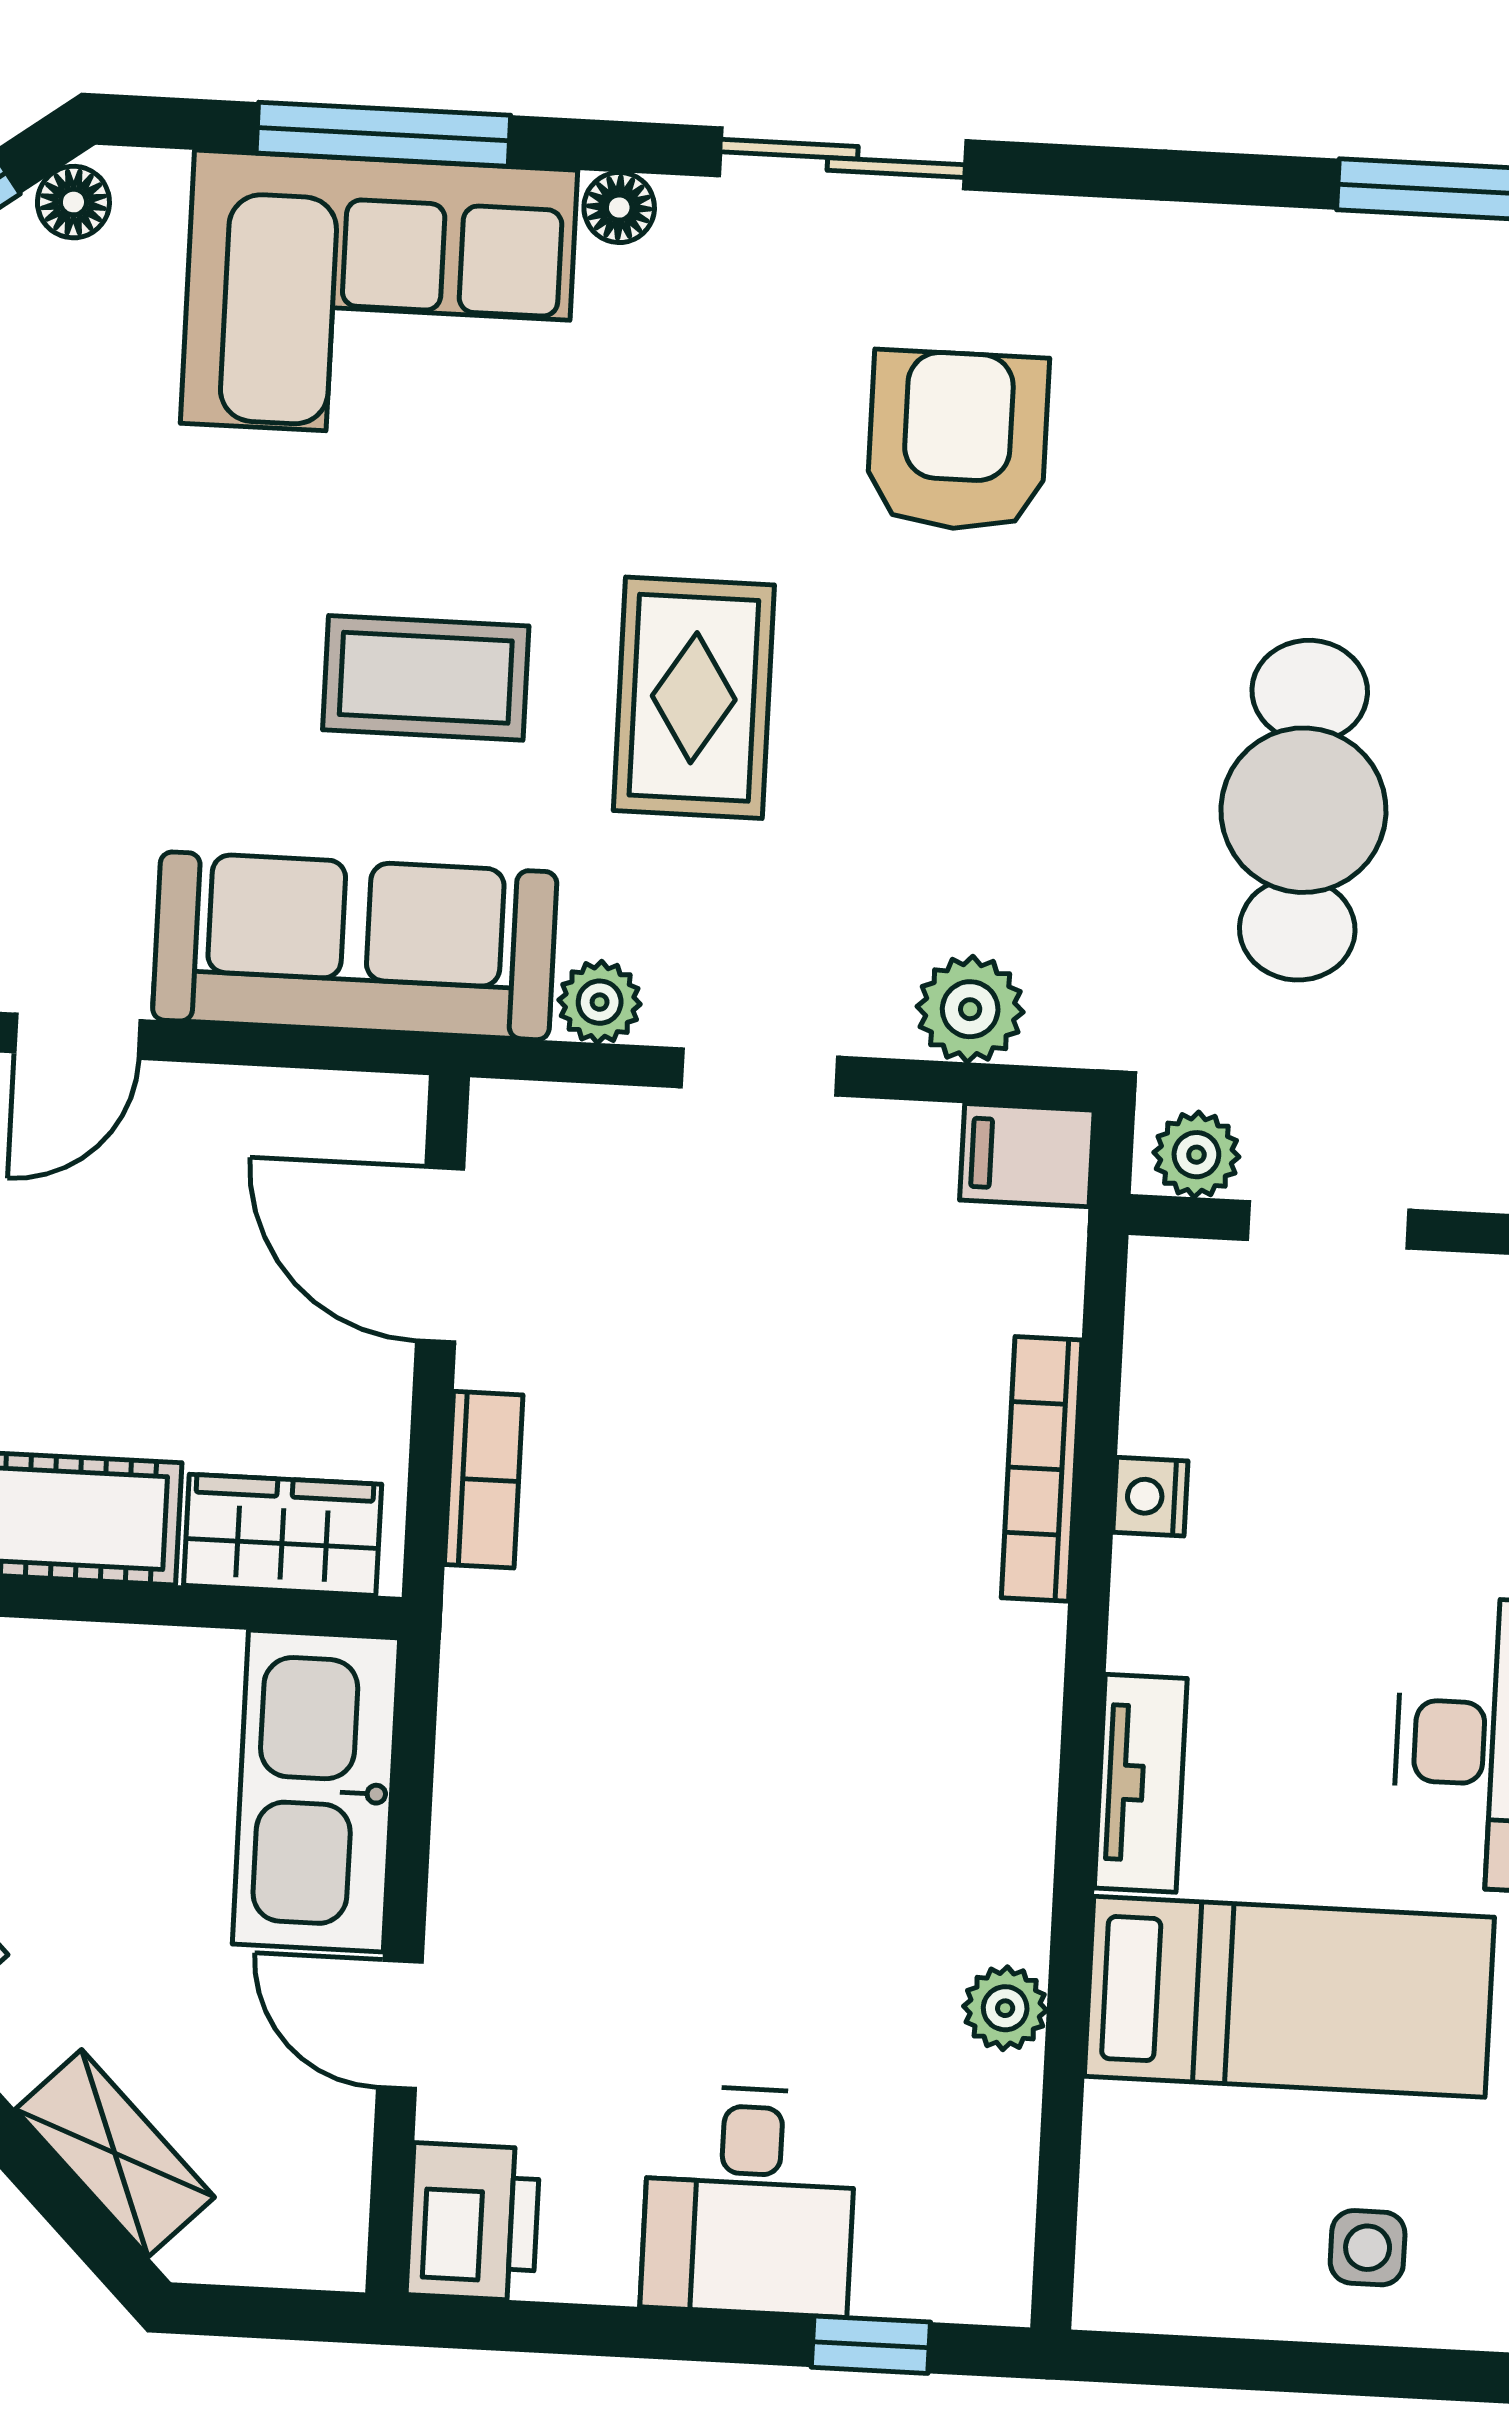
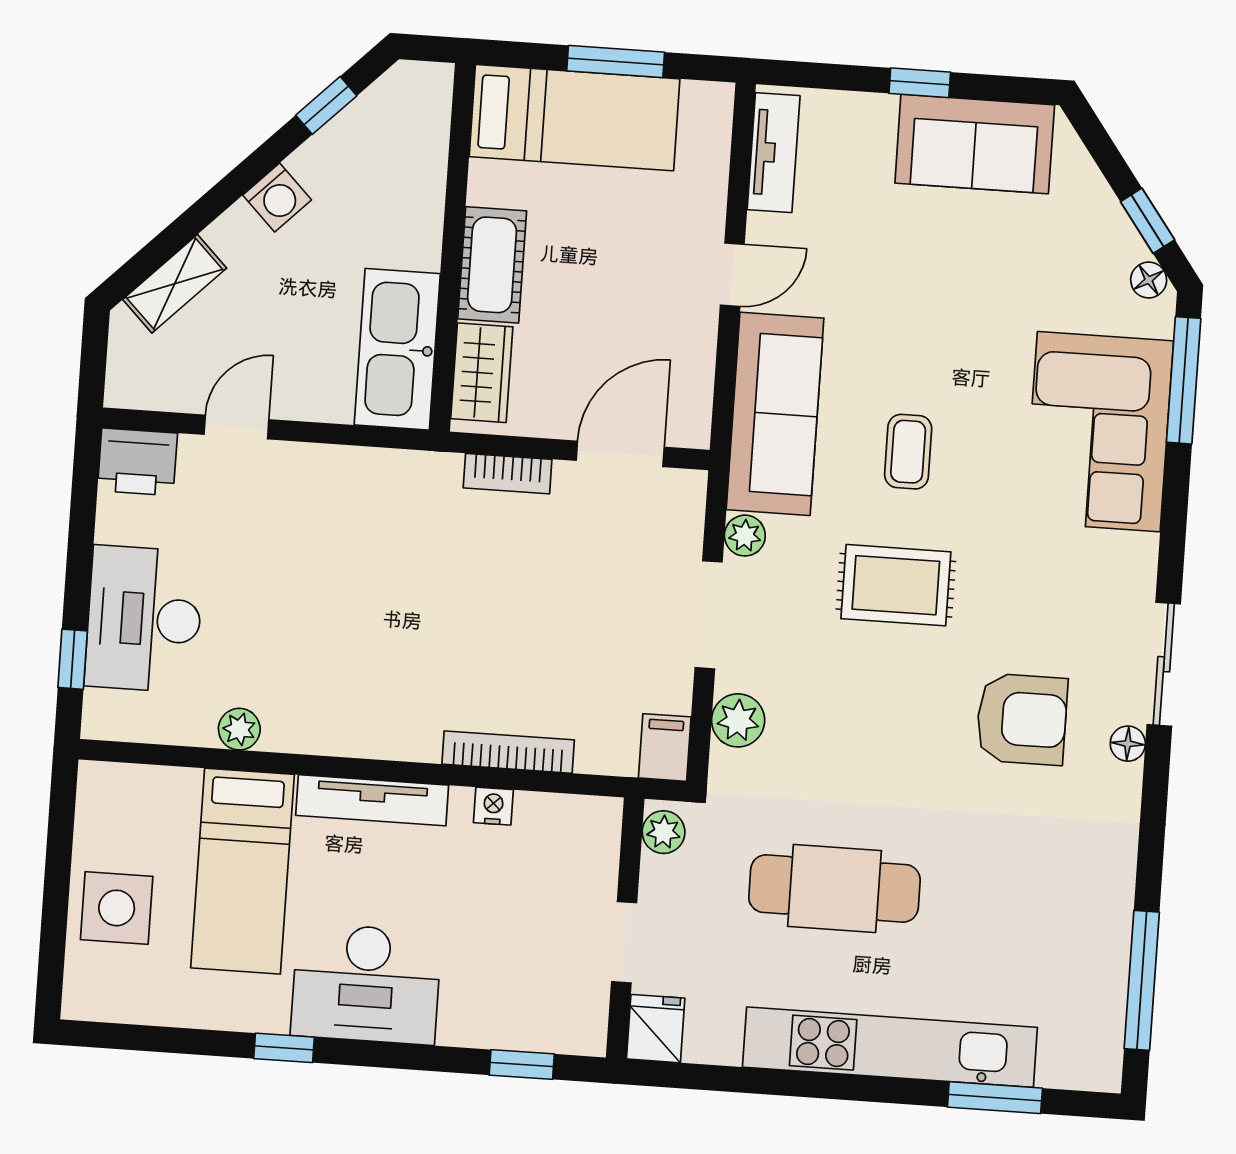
window: (383, 134) -> (1184, 380), moved
floor lamp: (619, 208) -> (1128, 744), moved
coffee table: (426, 678) -> (908, 452), width x0.73, depth x0.77
door: (77, 1036) -> (732, 275), swing flipped
doorway: (760, 1072) -> (709, 615), width x1.38
doorway: (1328, 1225) -> (624, 942), moved
tv unit: (1141, 1783) -> (372, 800), width x1.41
kitchen sink: (316, 1791) -> (397, 349), moved, turned -90
desk: (749, 2201) -> (144, 619), width x1.37
side table: (1368, 2248) -> (117, 908), width x1.87, depth x1.87

